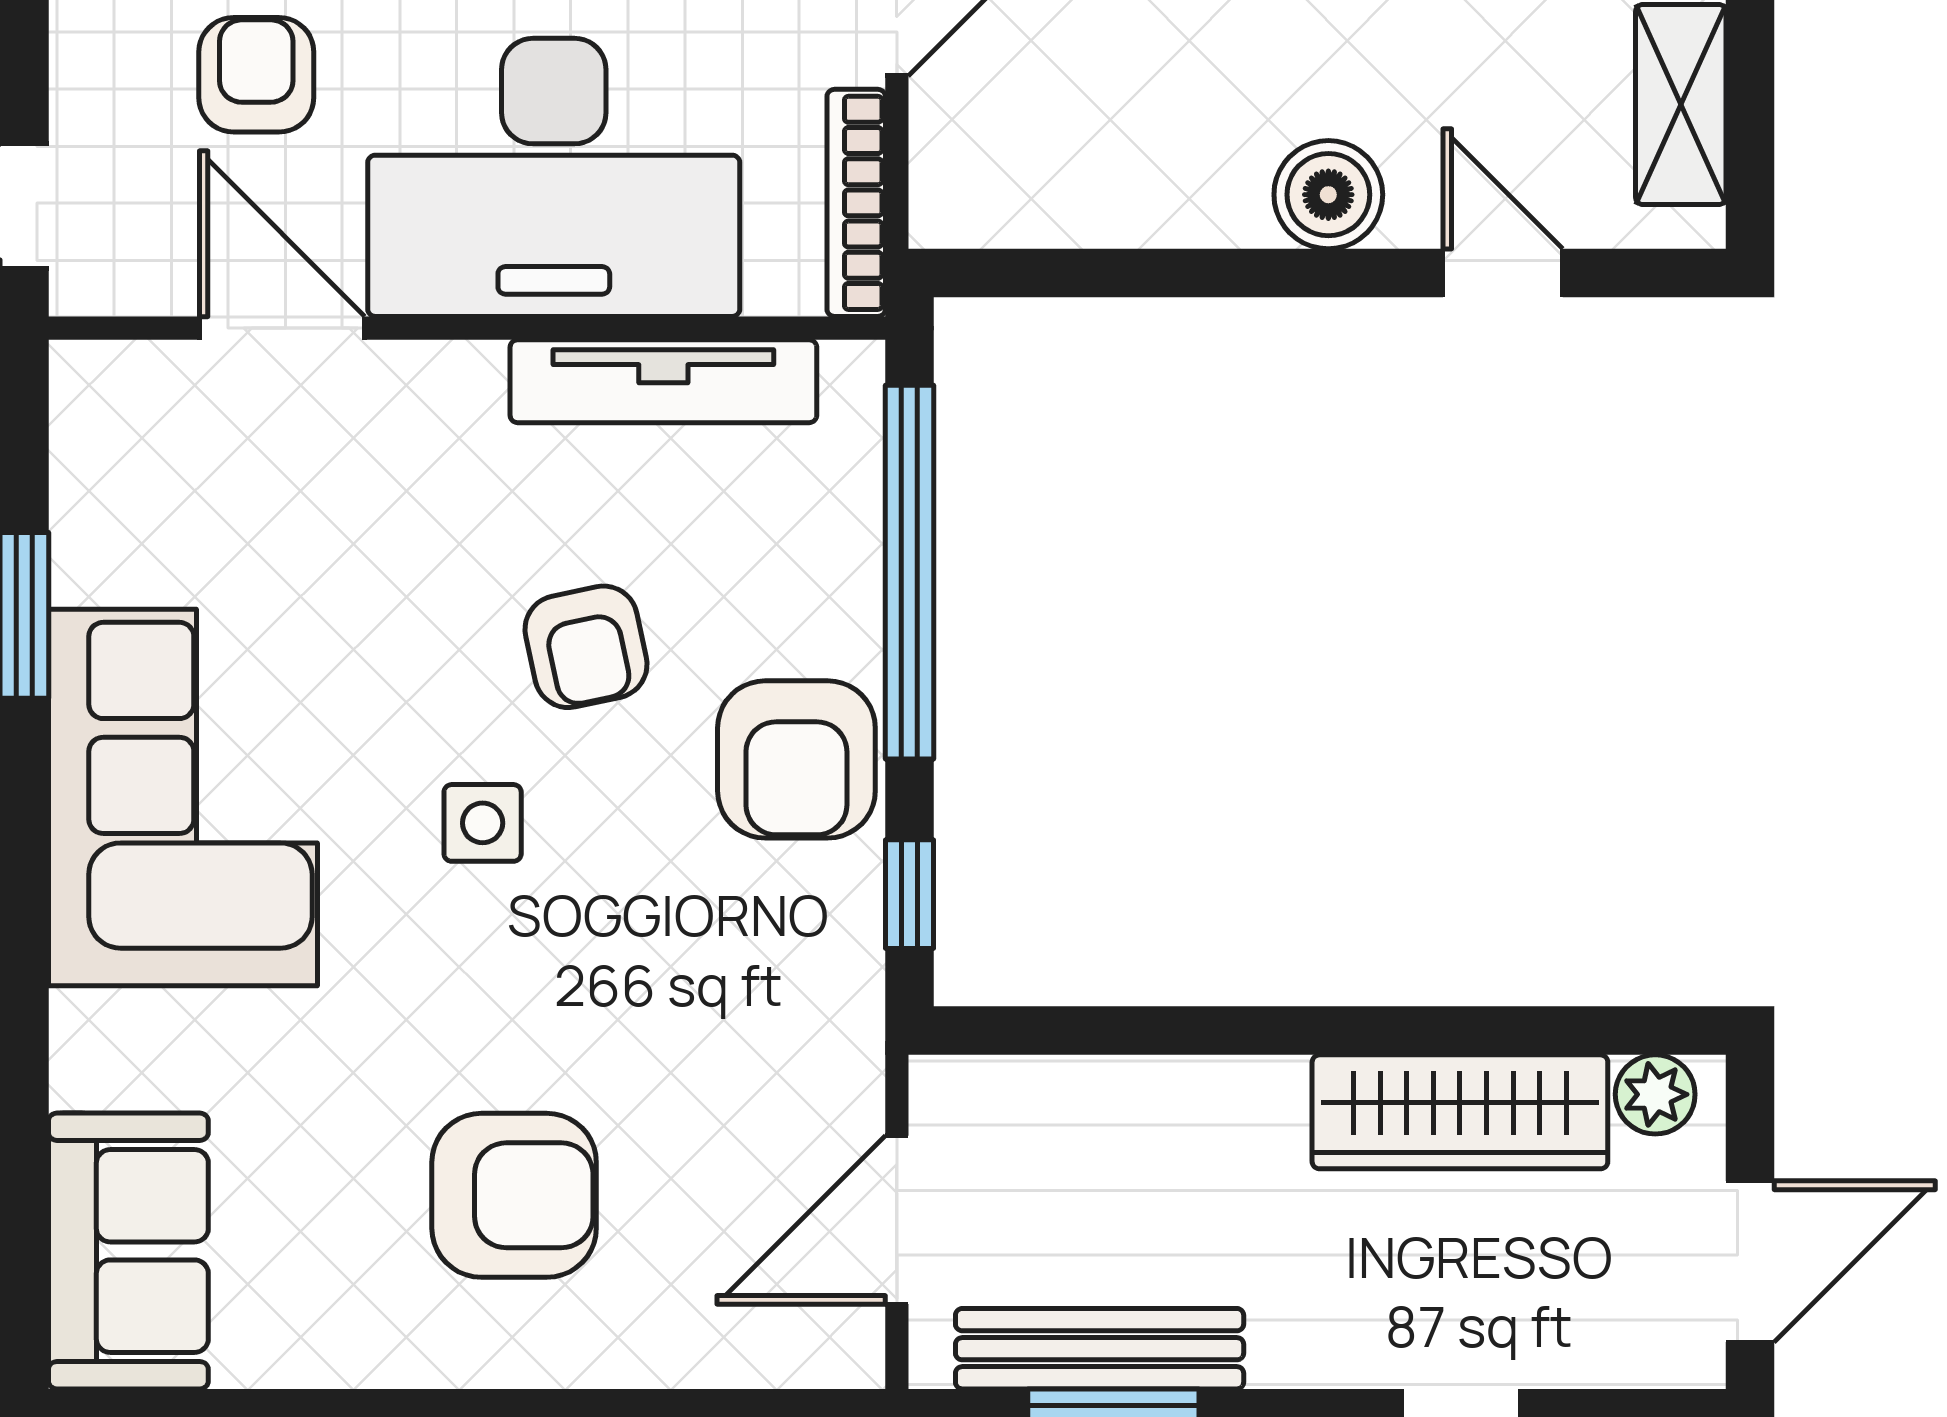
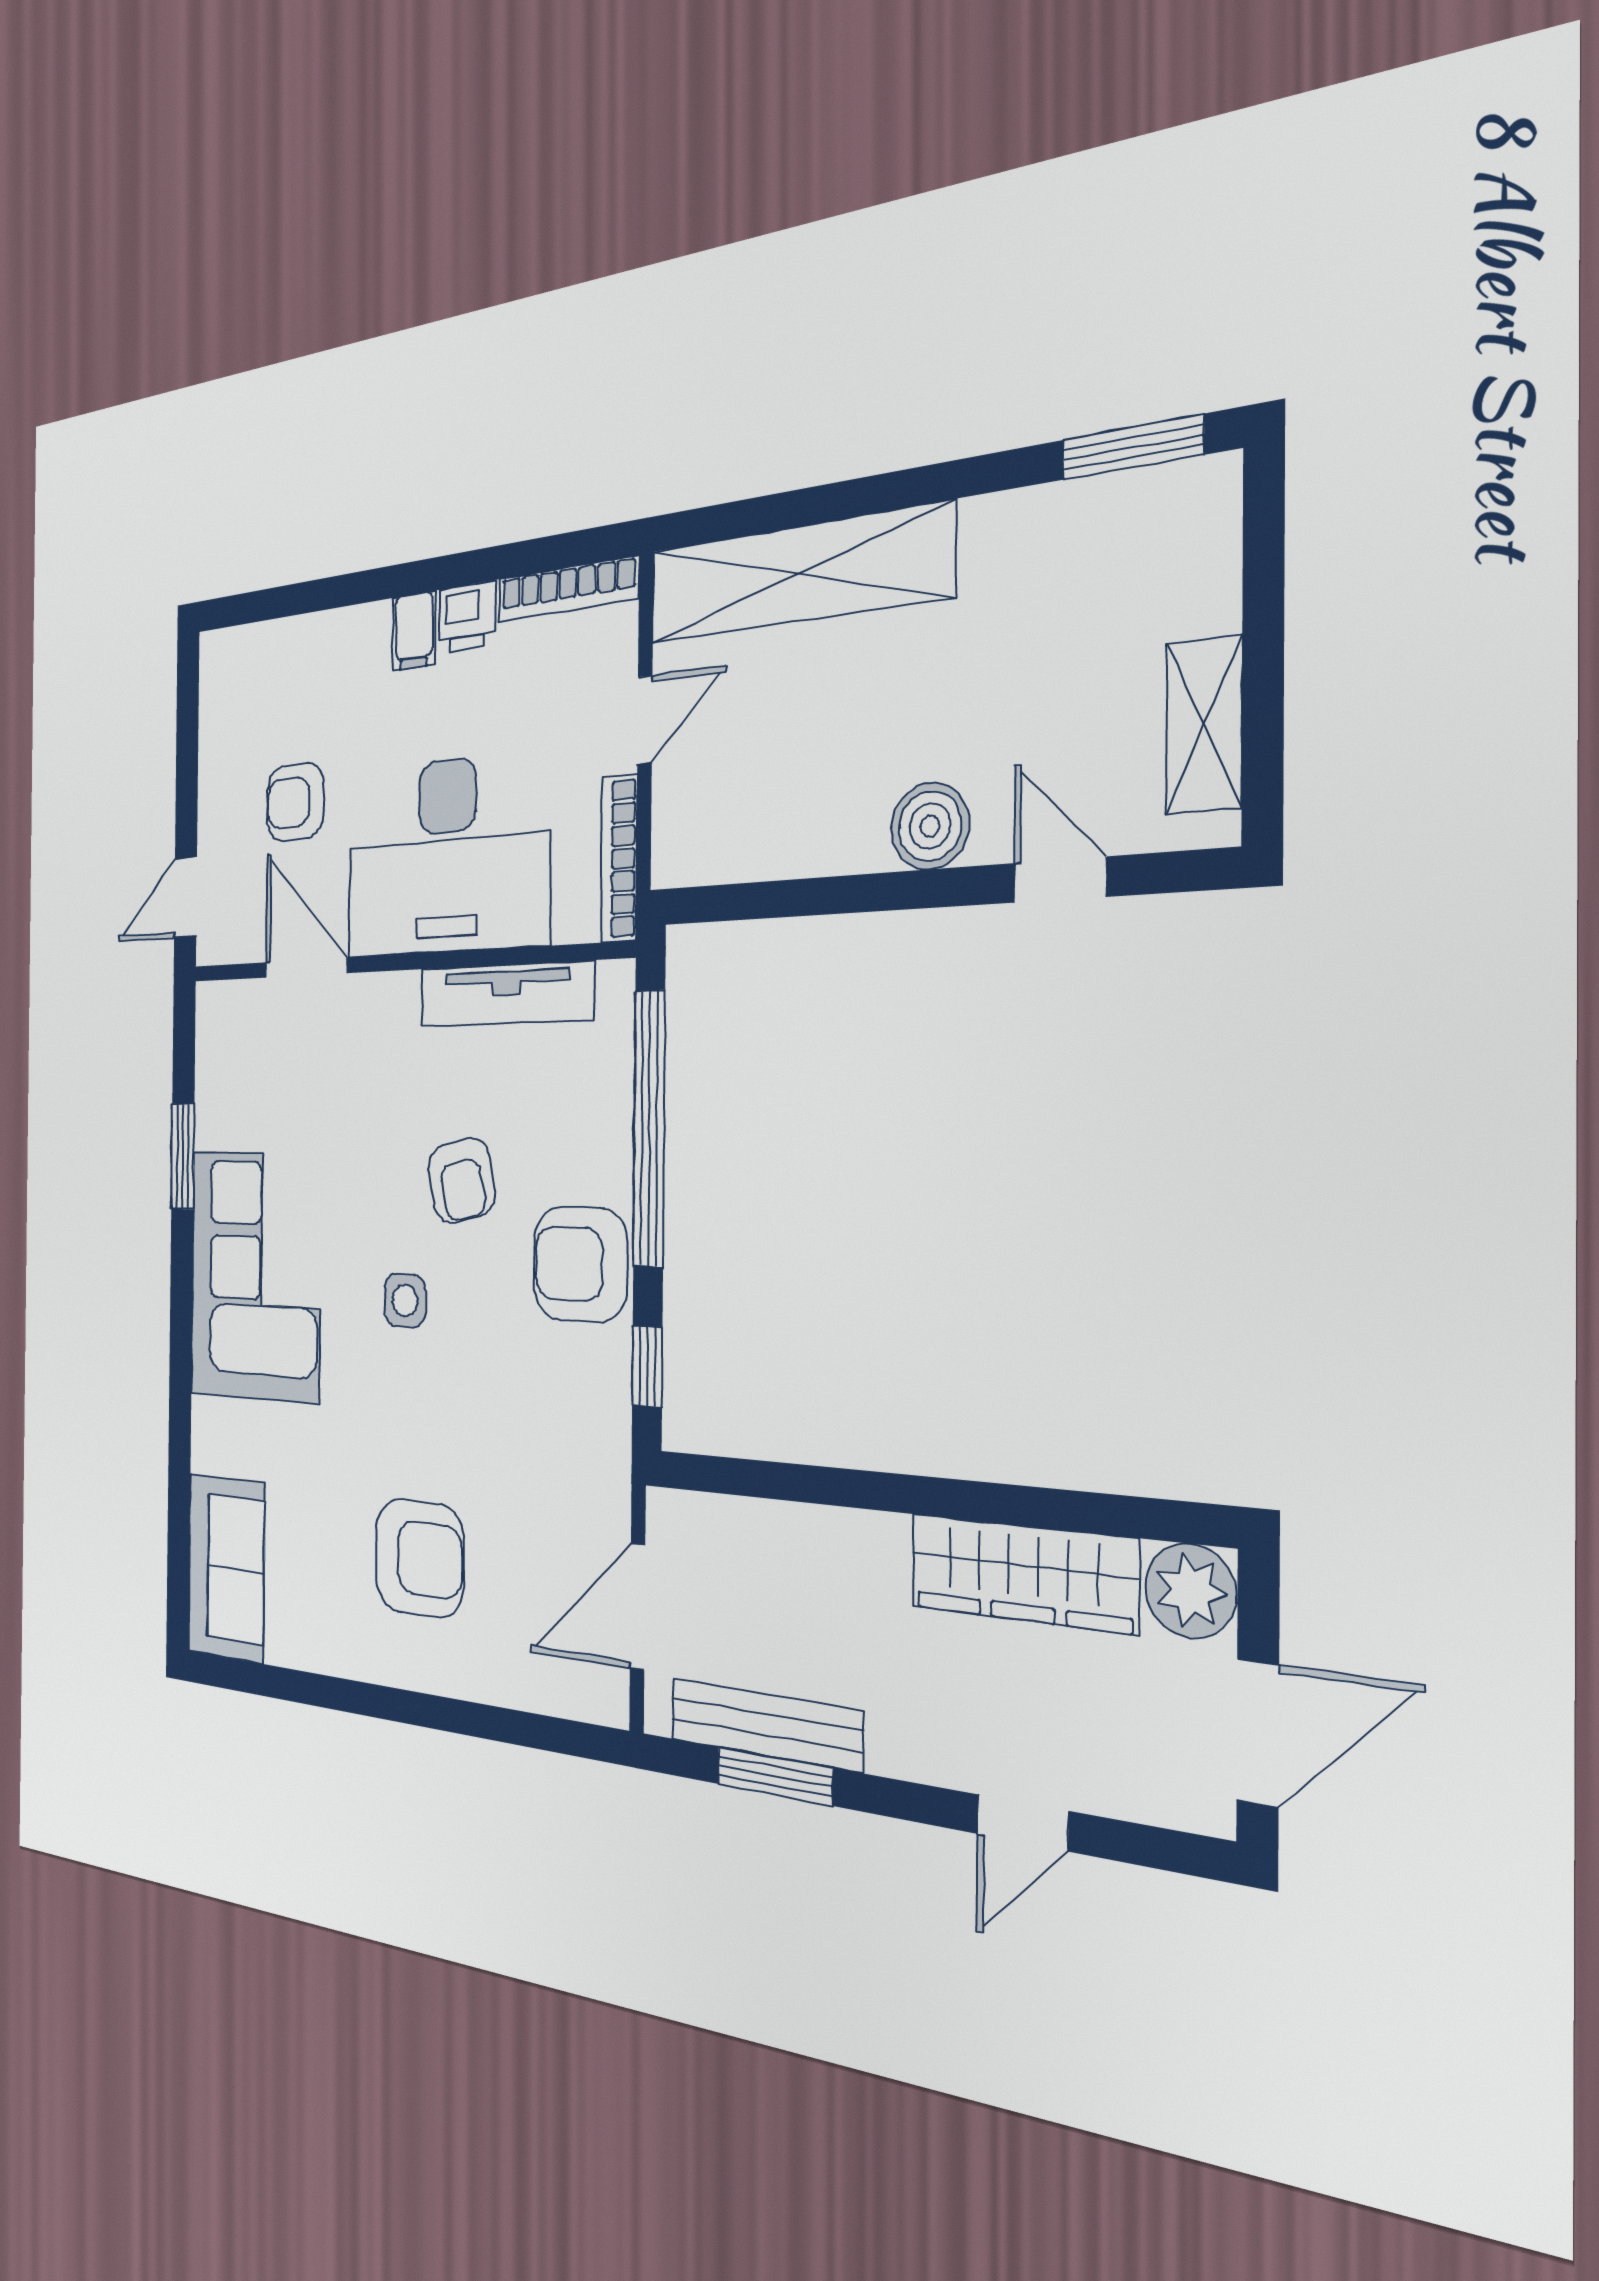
armchair: (256, 75) -> (295, 802), turned -90
armchair: (796, 759) -> (580, 1264), turned 90
plant: (1655, 1094) -> (1191, 1591), width x1.38, depth x1.38

